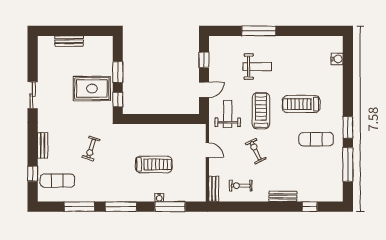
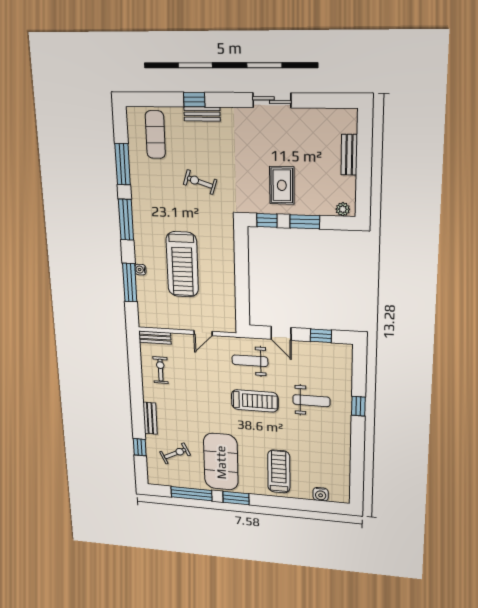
window: (259, 31) -> (358, 406), width x0.46
plant: (108, 45) -> (343, 209), added
weight bench: (257, 67) -> (311, 401), turned -90
rug: (92, 89) -> (282, 185), width x0.73, depth x0.70
treadmill: (301, 104) -> (279, 472), moved
weight bench: (228, 114) -> (250, 361), turned 180
exercise mat: (316, 139) -> (221, 462), width x2.00, depth x1.45
exercise bike: (256, 151) -> (175, 453), moved
treadmill: (154, 164) -> (182, 264), width x1.37, depth x1.38
window: (33, 174) -> (194, 100), moved

